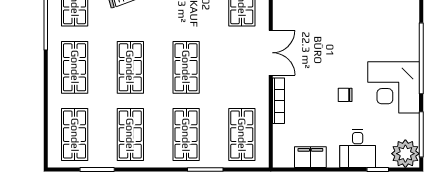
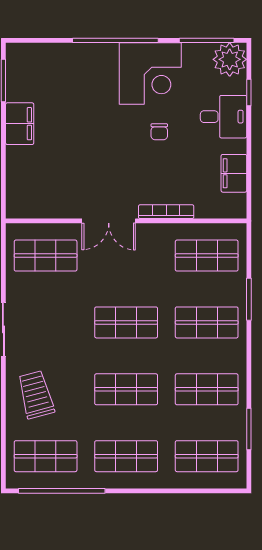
double door: (271, 53) -> (109, 221), swing flipped

